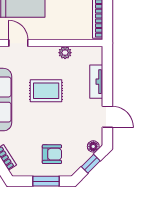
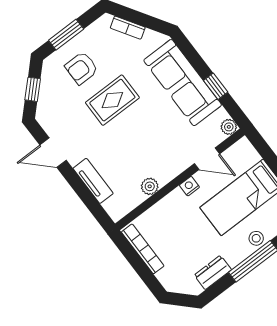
nightstand: (41, 35) -> (189, 186), added
rug: (46, 91) -> (112, 100), moved
floor lamp: (93, 146) -> (44, 110), removed

